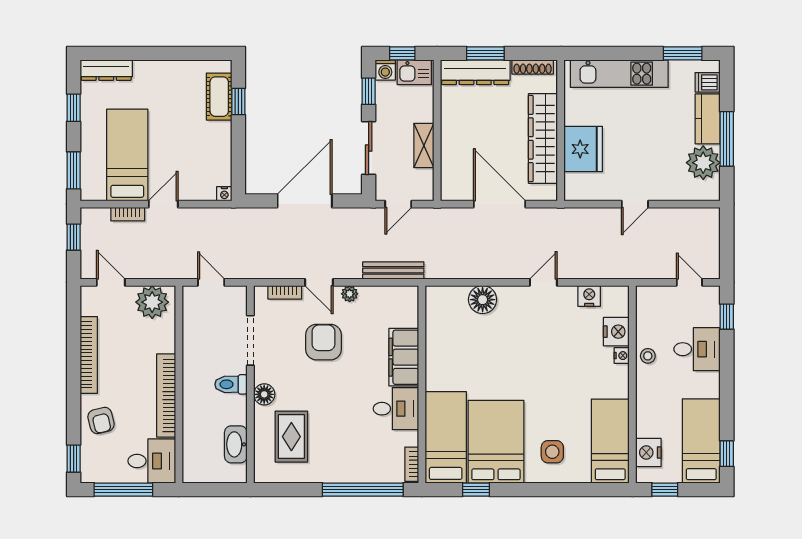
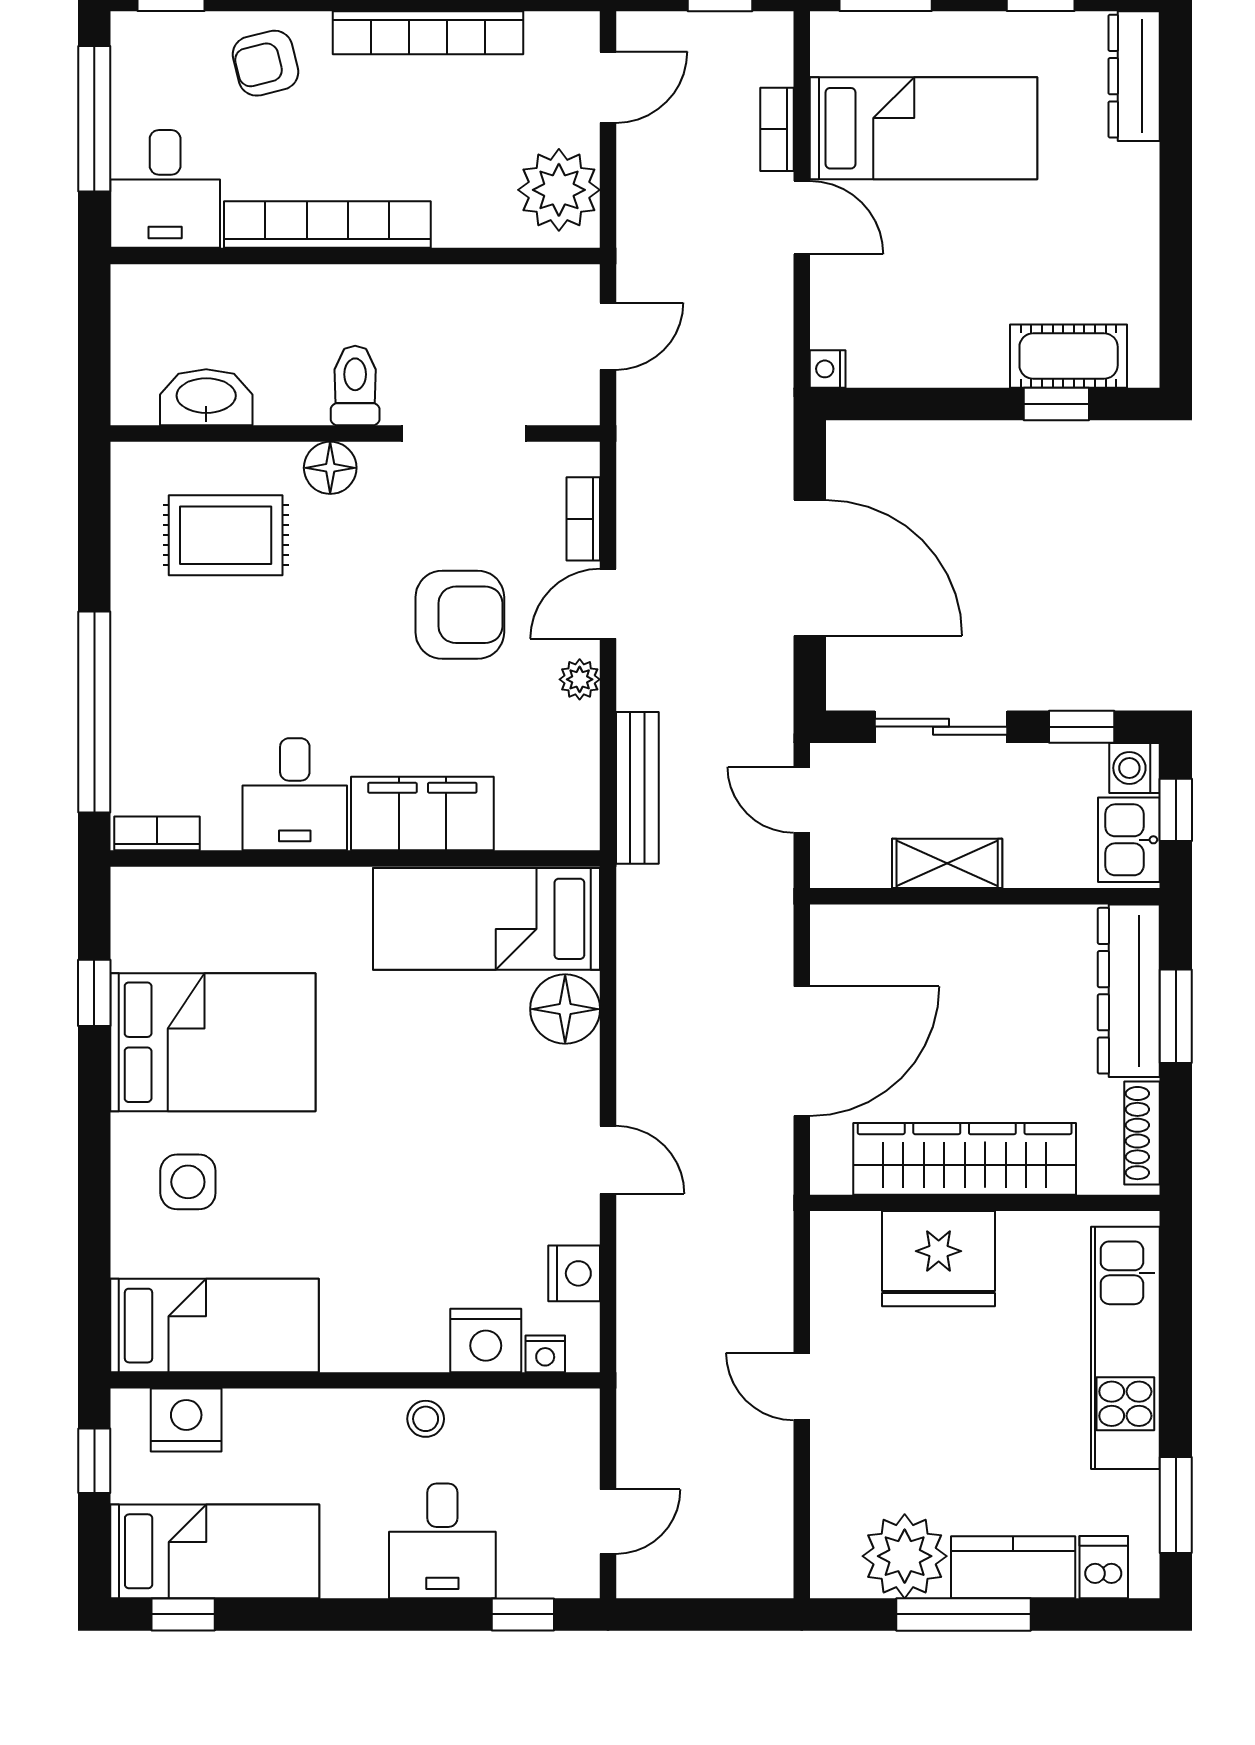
nightstand: (622, 356) -> (545, 1354), moved
bed: (446, 437) -> (487, 919), moved, turned 180

